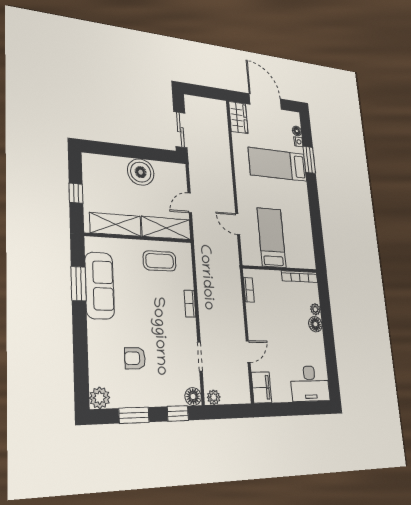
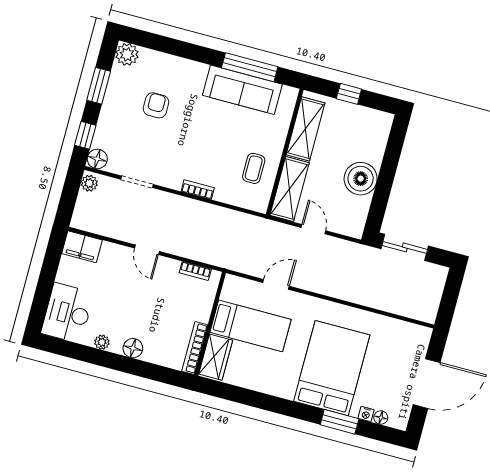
wardrobe: (238, 118) -> (216, 357), moved, turned -90
bed: (278, 164) -> (332, 368), width x1.50
coffee table: (160, 261) -> (254, 168), width x0.73, depth x0.77
window: (79, 284) -> (250, 67), width x1.44
plant: (315, 309) -> (102, 342), moved
door: (248, 352) -> (147, 250), moved

